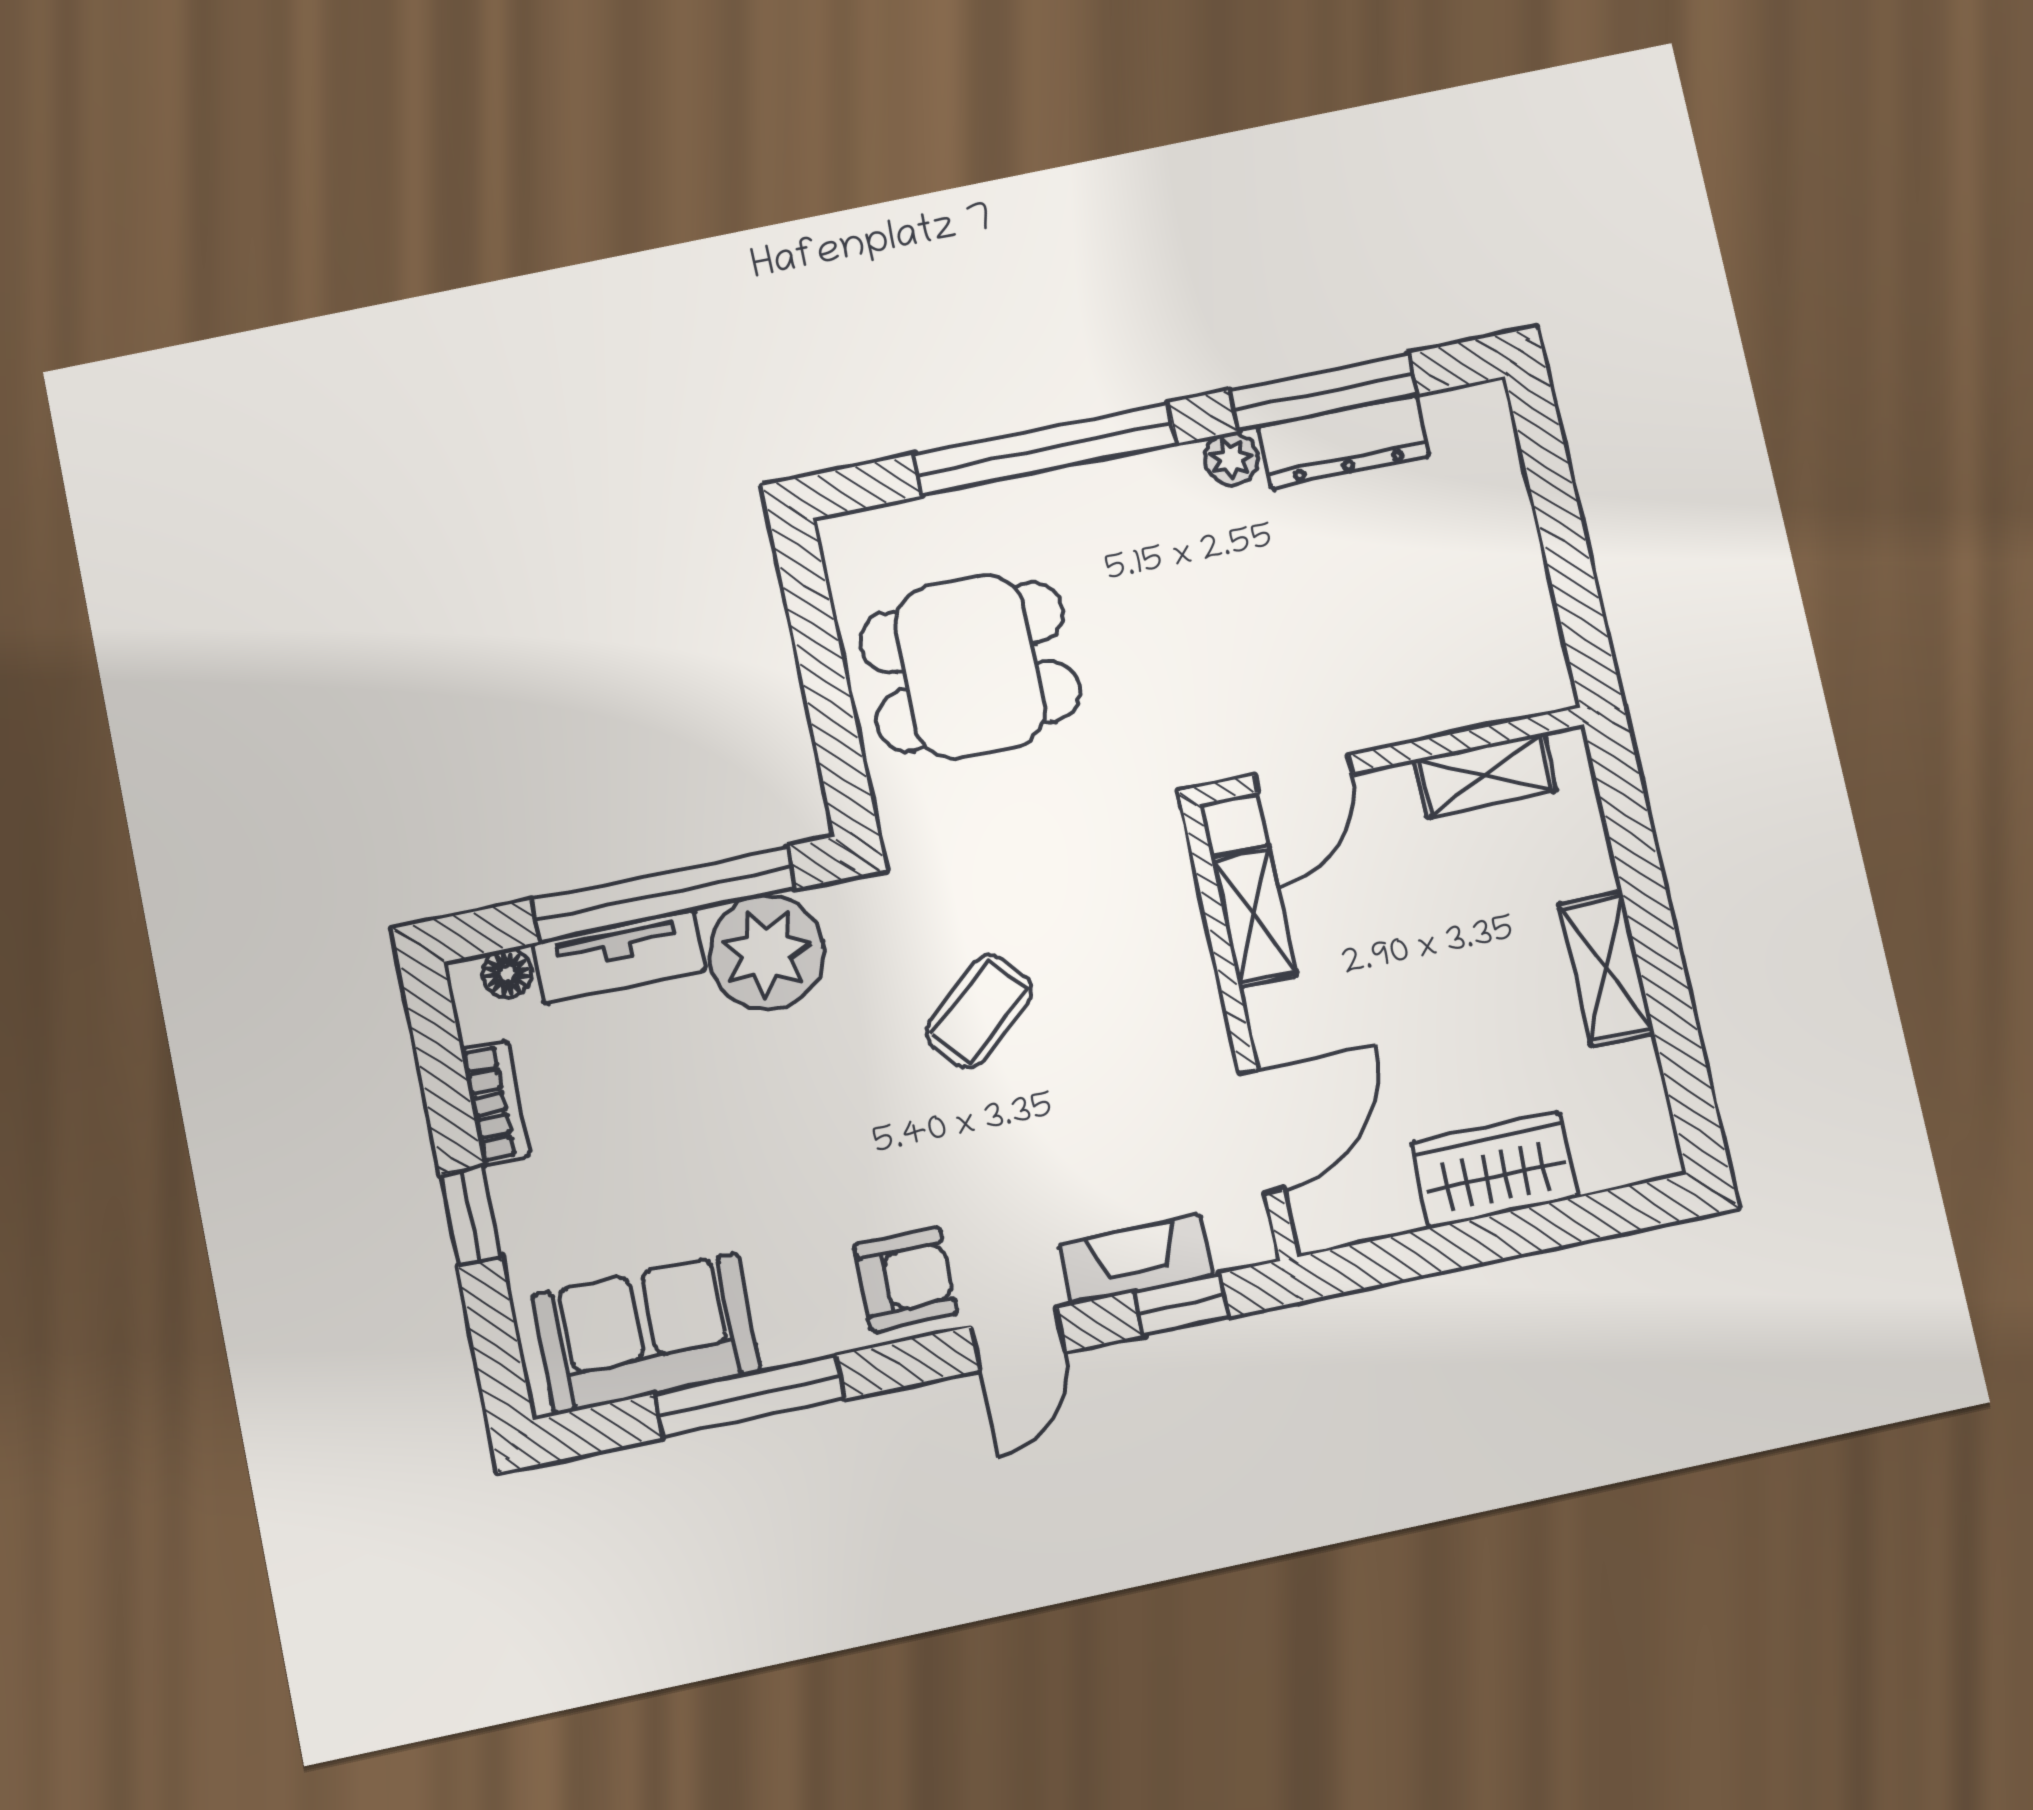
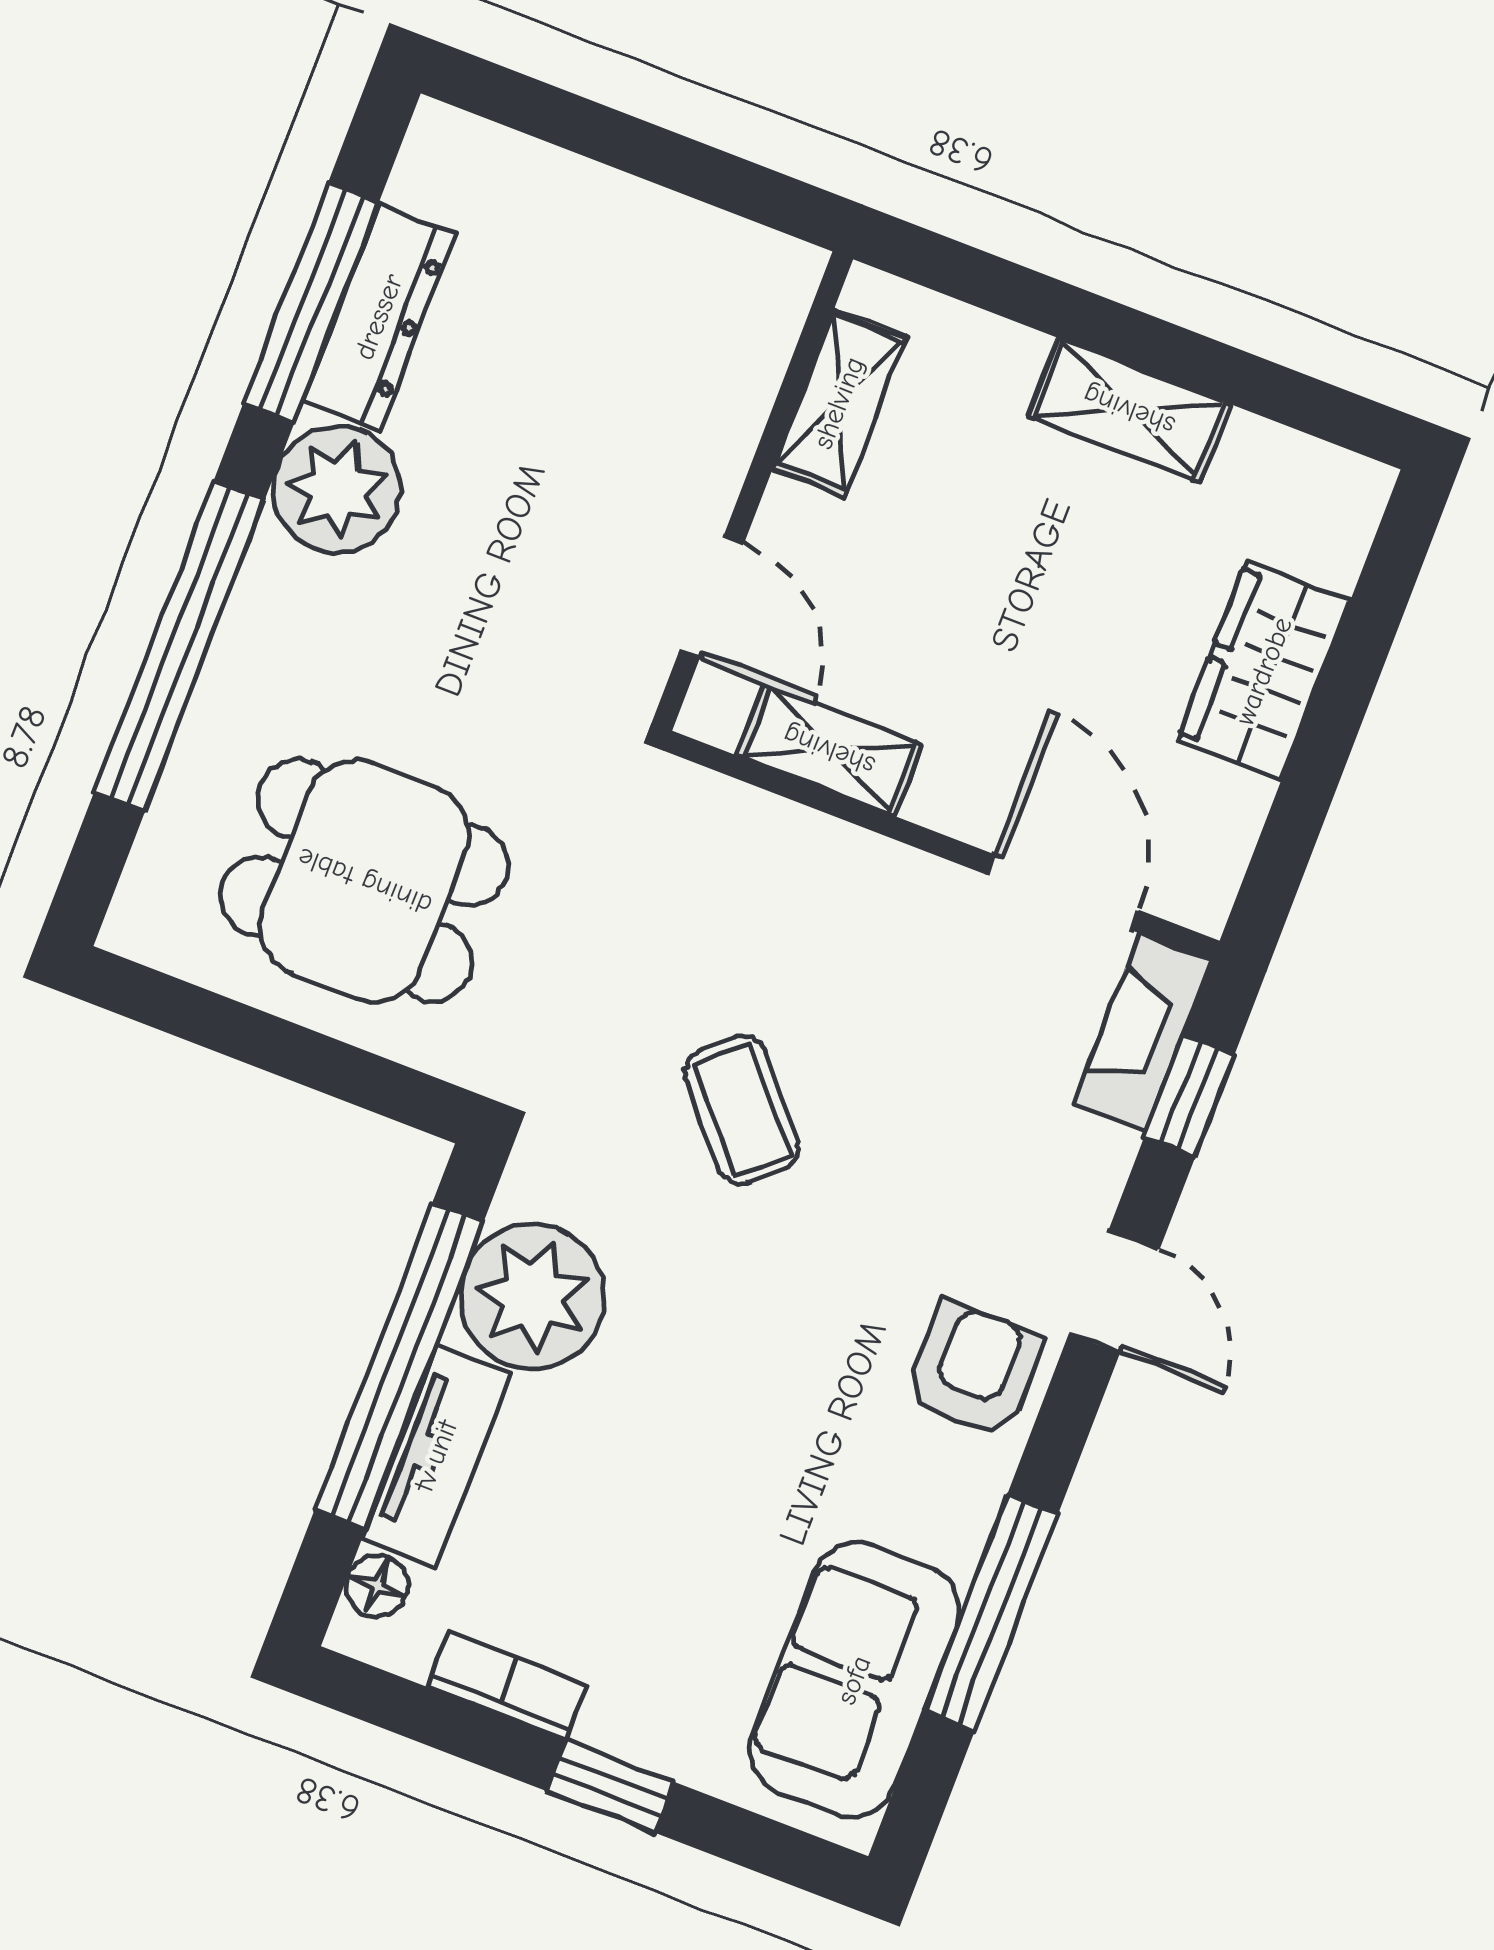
plant: (1231, 459) -> (337, 489), width x1.87, depth x1.87
dining table: (970, 667) -> (365, 881), turned 90
fireplace: (1136, 1260) -> (1143, 1032), moved

